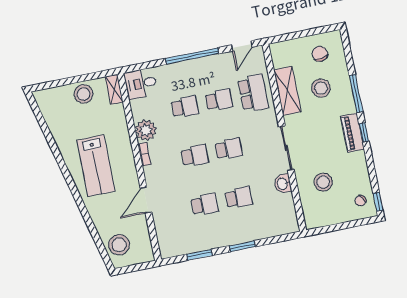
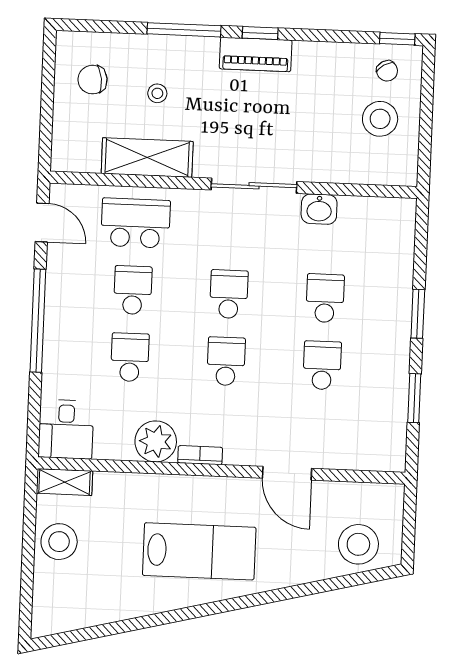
stool: (321, 88) -> (157, 93), width x0.53, depth x0.53
stool: (323, 182) -> (380, 119), moved

